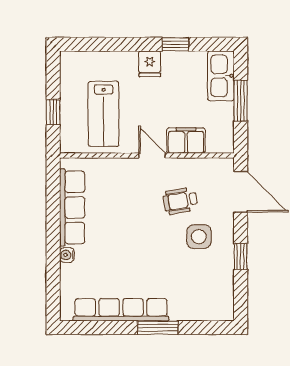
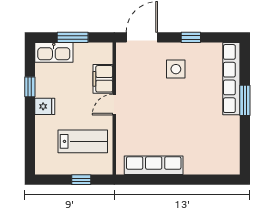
wheelchair: (180, 201) -> (149, 83), removed
water cooler: (67, 255) -> (190, 169), removed
row of seats: (121, 310) -> (231, 79), moved

